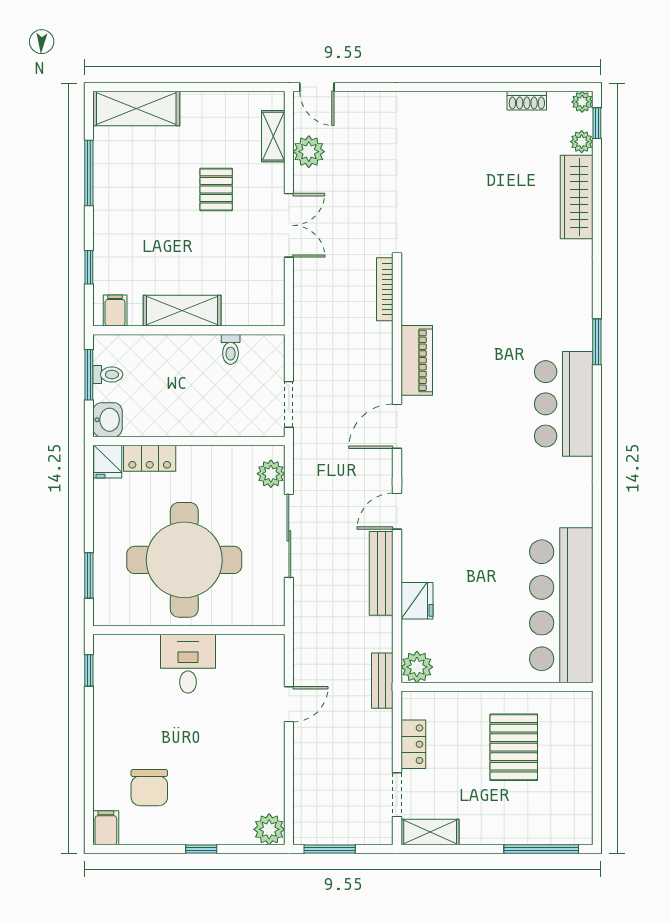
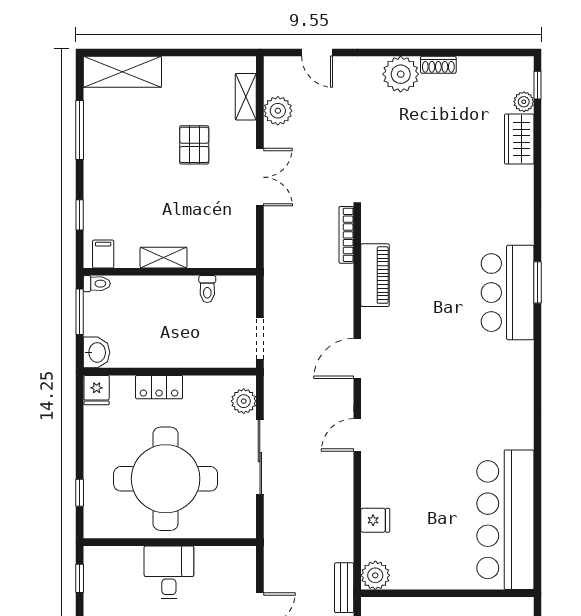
door: (317, 87) -> (317, 53), moved
shoe rack: (527, 101) -> (438, 65), moved
plant: (582, 102) -> (401, 74), moved, width x1.88, depth x1.88
wardrobe: (577, 197) -> (519, 139), width x0.67
shelving: (182, 311) -> (164, 258), width x0.67, depth x0.75
piano: (417, 360) -> (375, 275), moved
toilet: (108, 375) -> (97, 284), moved
bar counter: (564, 404) -> (508, 293), moved
locker: (150, 458) -> (159, 387), moved
bench: (381, 573) -> (343, 491), removed
window: (89, 575) -> (80, 493), width x0.67
fridge: (417, 601) -> (375, 520), width x0.72

